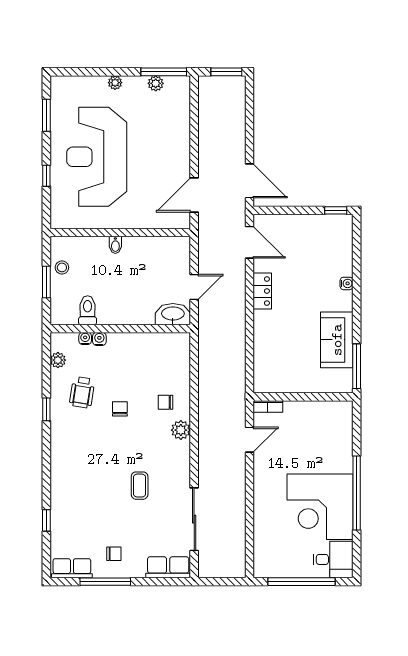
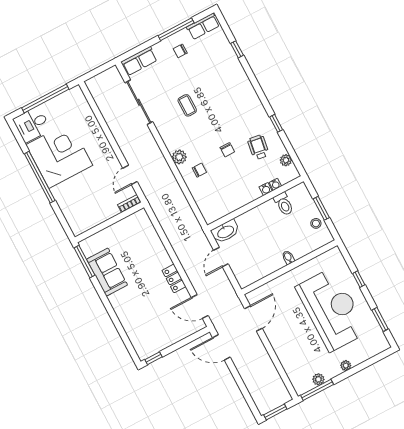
water cooler: (347, 283) -> (120, 313), removed

